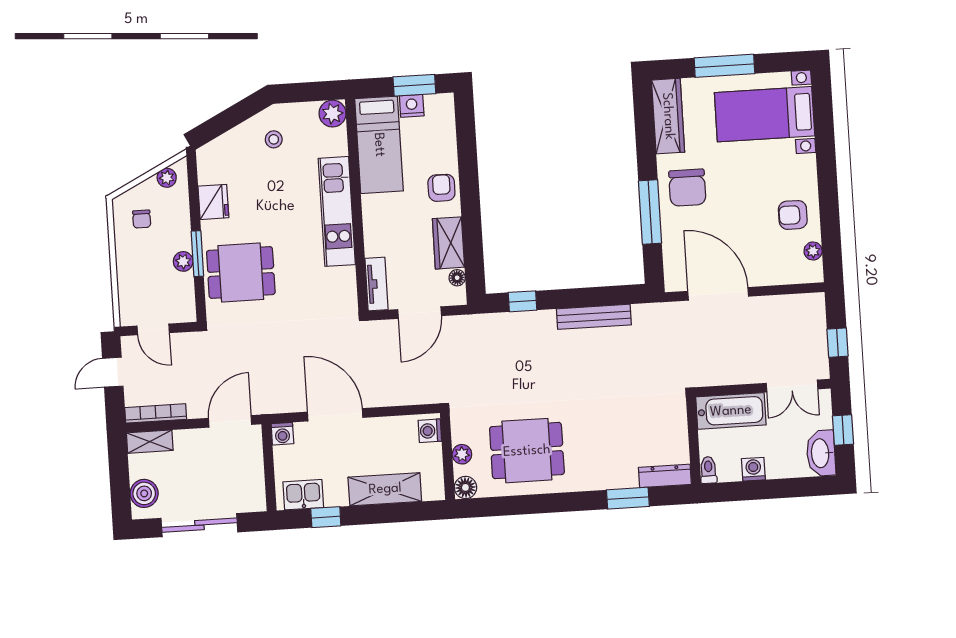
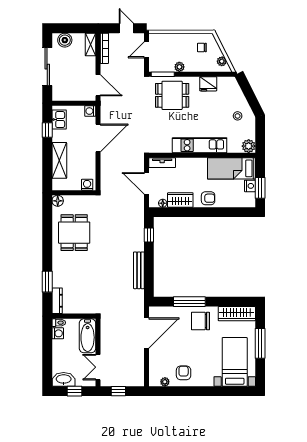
window: (197, 254) -> (163, 74), moved
dining table: (241, 272) -> (172, 95), turned 90
plant: (462, 454) -> (74, 200), removed
washing machine: (753, 469) -> (58, 333), moved

